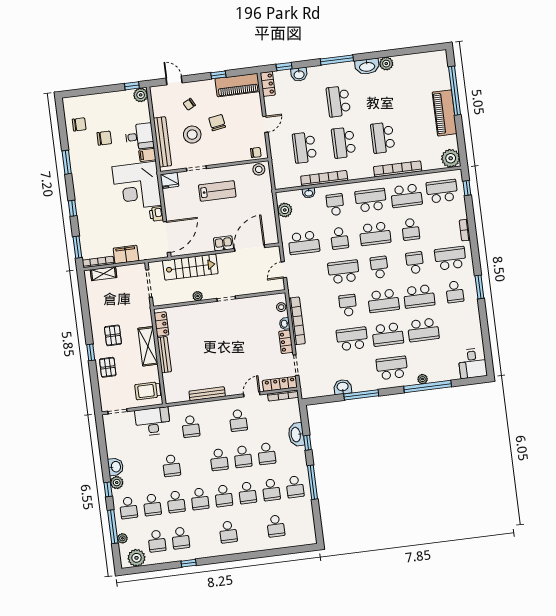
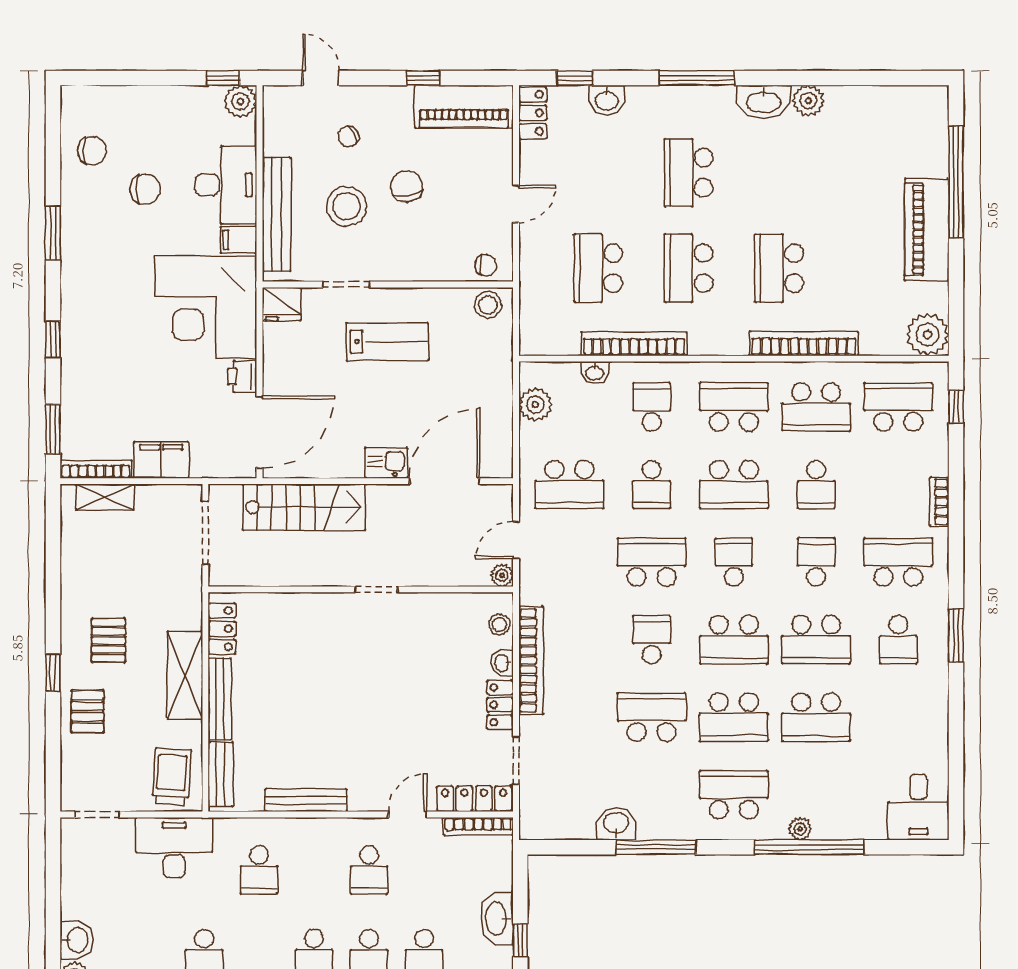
desk: (139, 136) -> (226, 185), width x1.37
plant: (198, 296) -> (502, 575), moved
bench: (169, 387) -> (221, 775), added
trolley: (148, 391) -> (172, 777), turned 94

